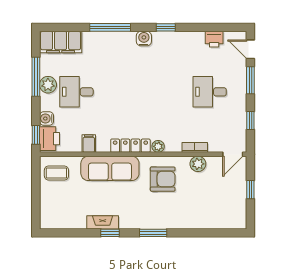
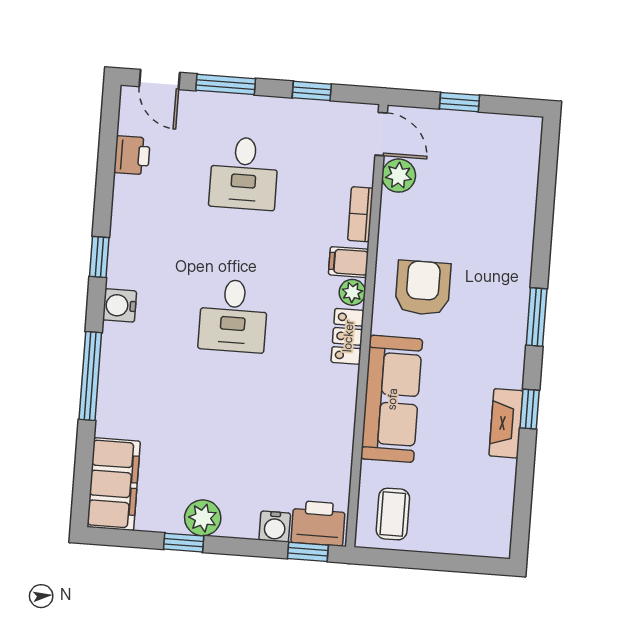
door: (250, 49) -> (160, 80), hinge flipped
window: (36, 77) -> (184, 543), width x0.46
desk: (76, 92) -> (233, 316), moved
filing cabinet: (89, 144) -> (349, 262), moved
locker: (130, 146) -> (348, 336), width x0.66
plant: (198, 164) -> (399, 176), moved

